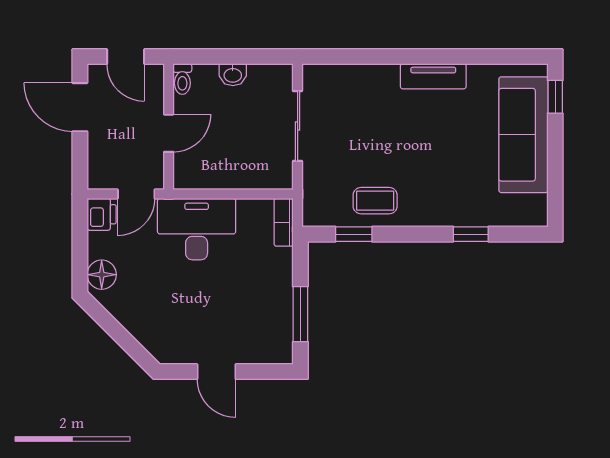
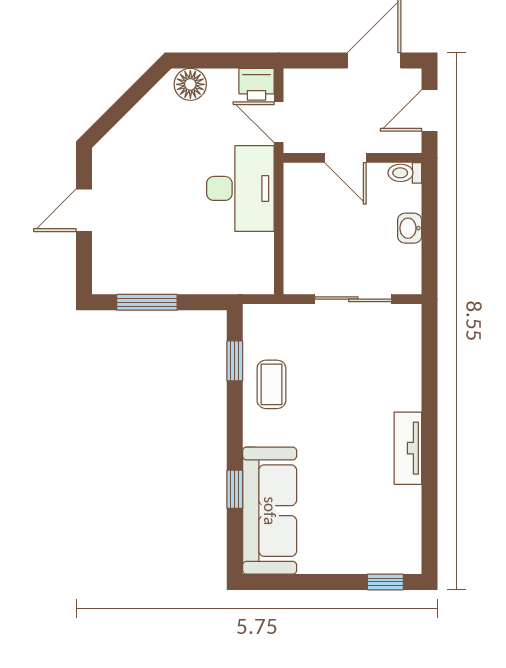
sofa: (523, 135) -> (270, 511), moved, turned 90
bookcase: (284, 222) -> (248, 284), removed

